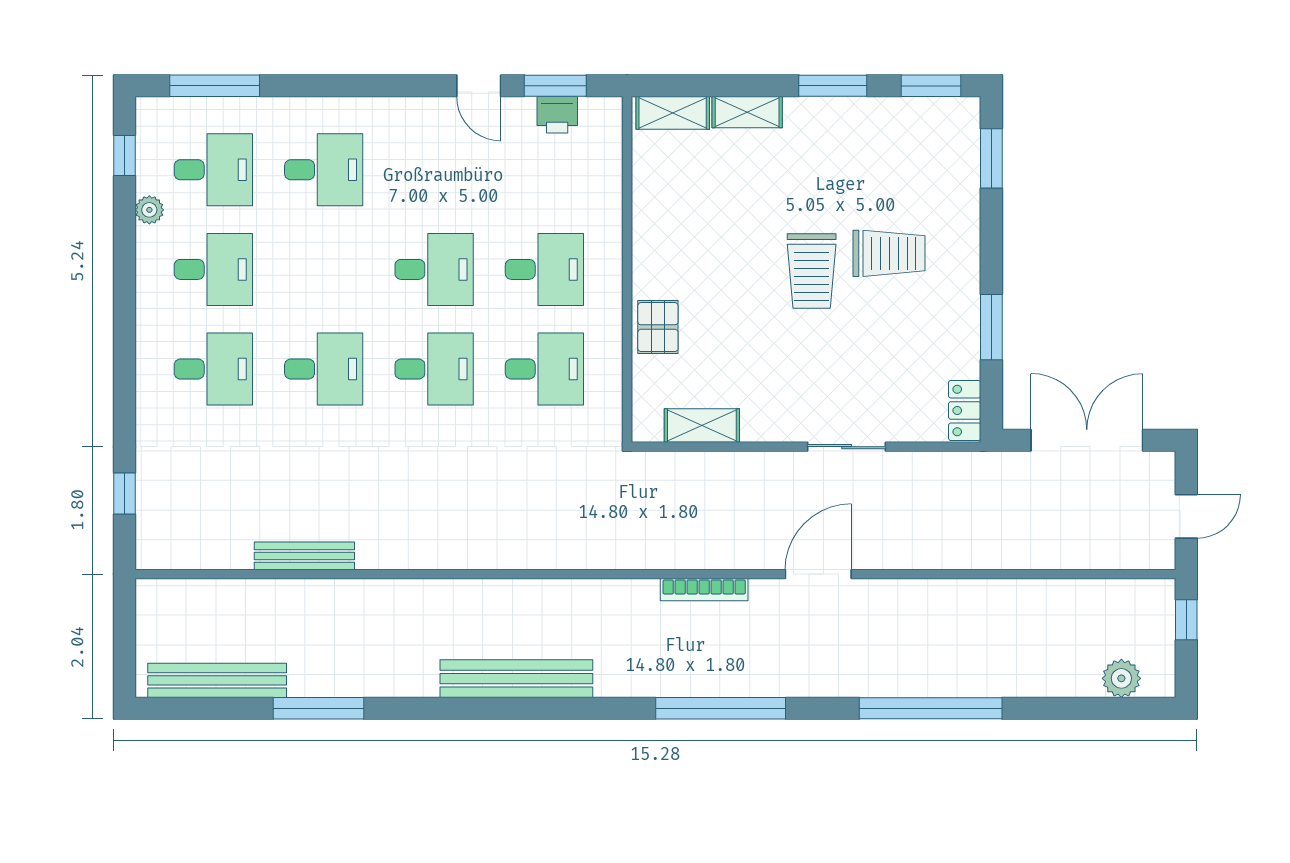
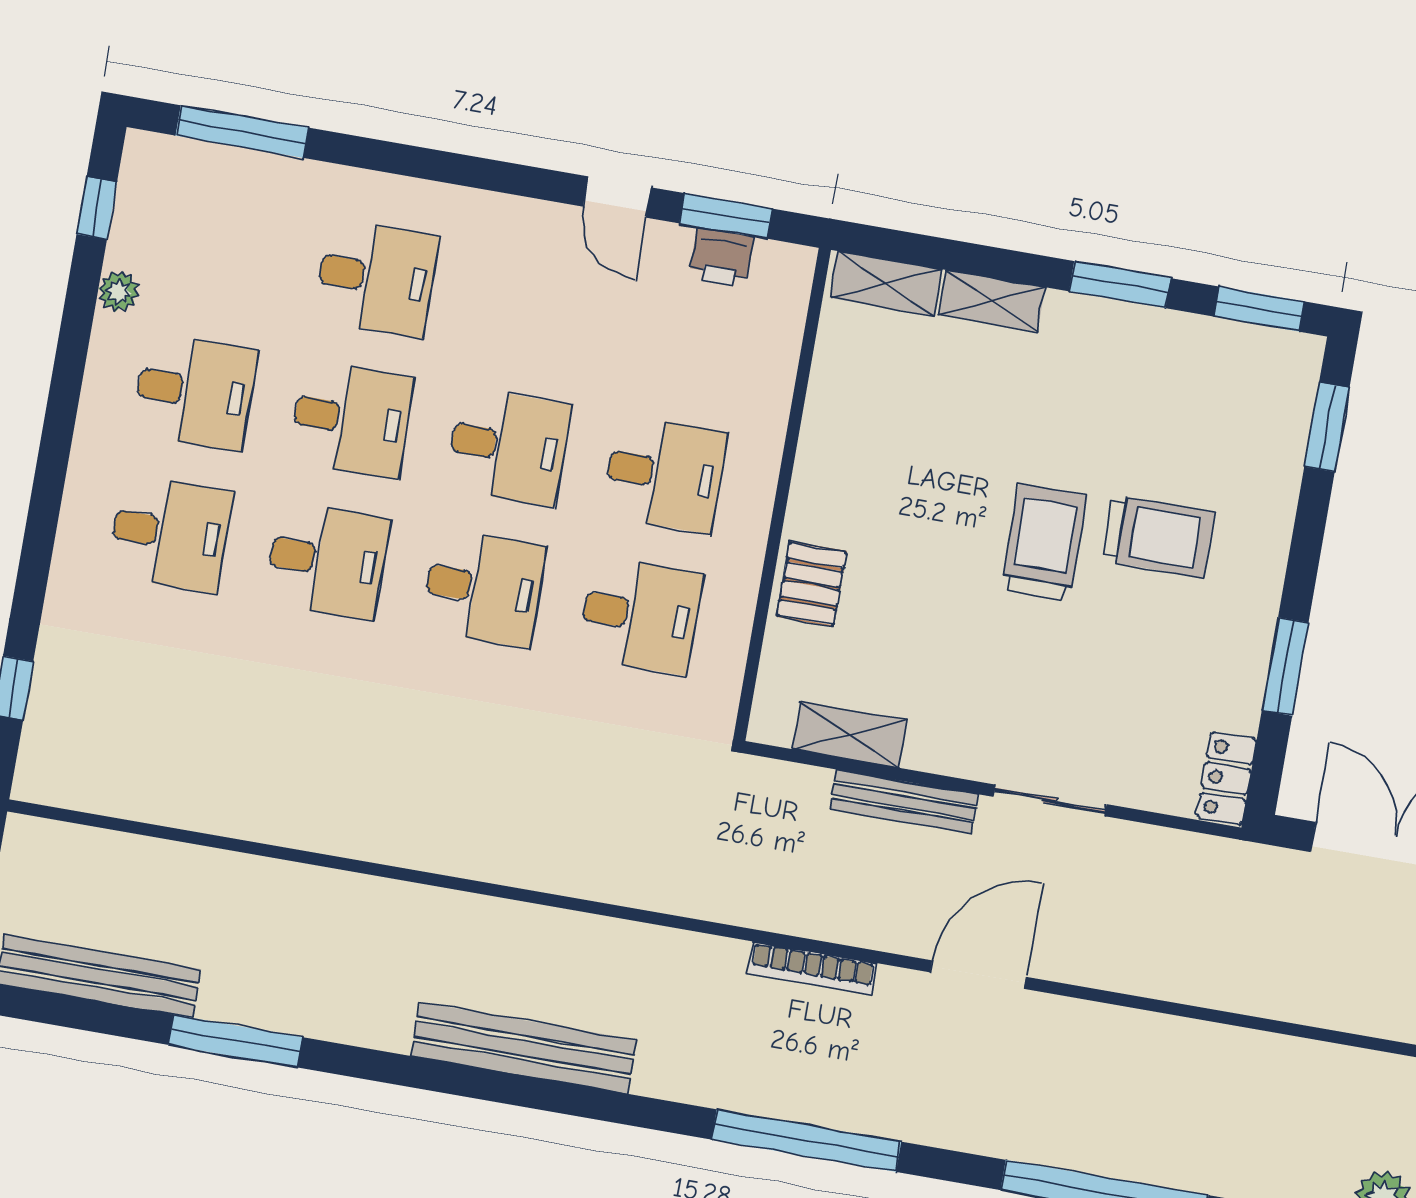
desk: (213, 170) -> (352, 419), moved
trolley: (812, 271) -> (1044, 542), turned 180
bench: (304, 556) -> (904, 802), moved

